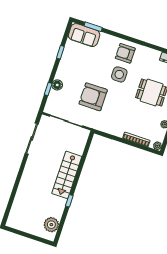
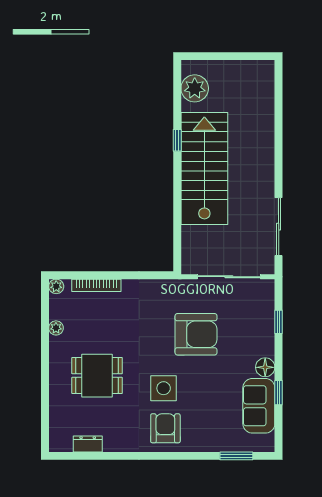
sofa: (84, 35) -> (259, 406), moved, turned -90
armchair: (125, 53) -> (165, 428), turned -90
floor lamp: (57, 85) -> (265, 367), moved
stairs: (67, 175) -> (204, 169), width x1.36, depth x1.51

